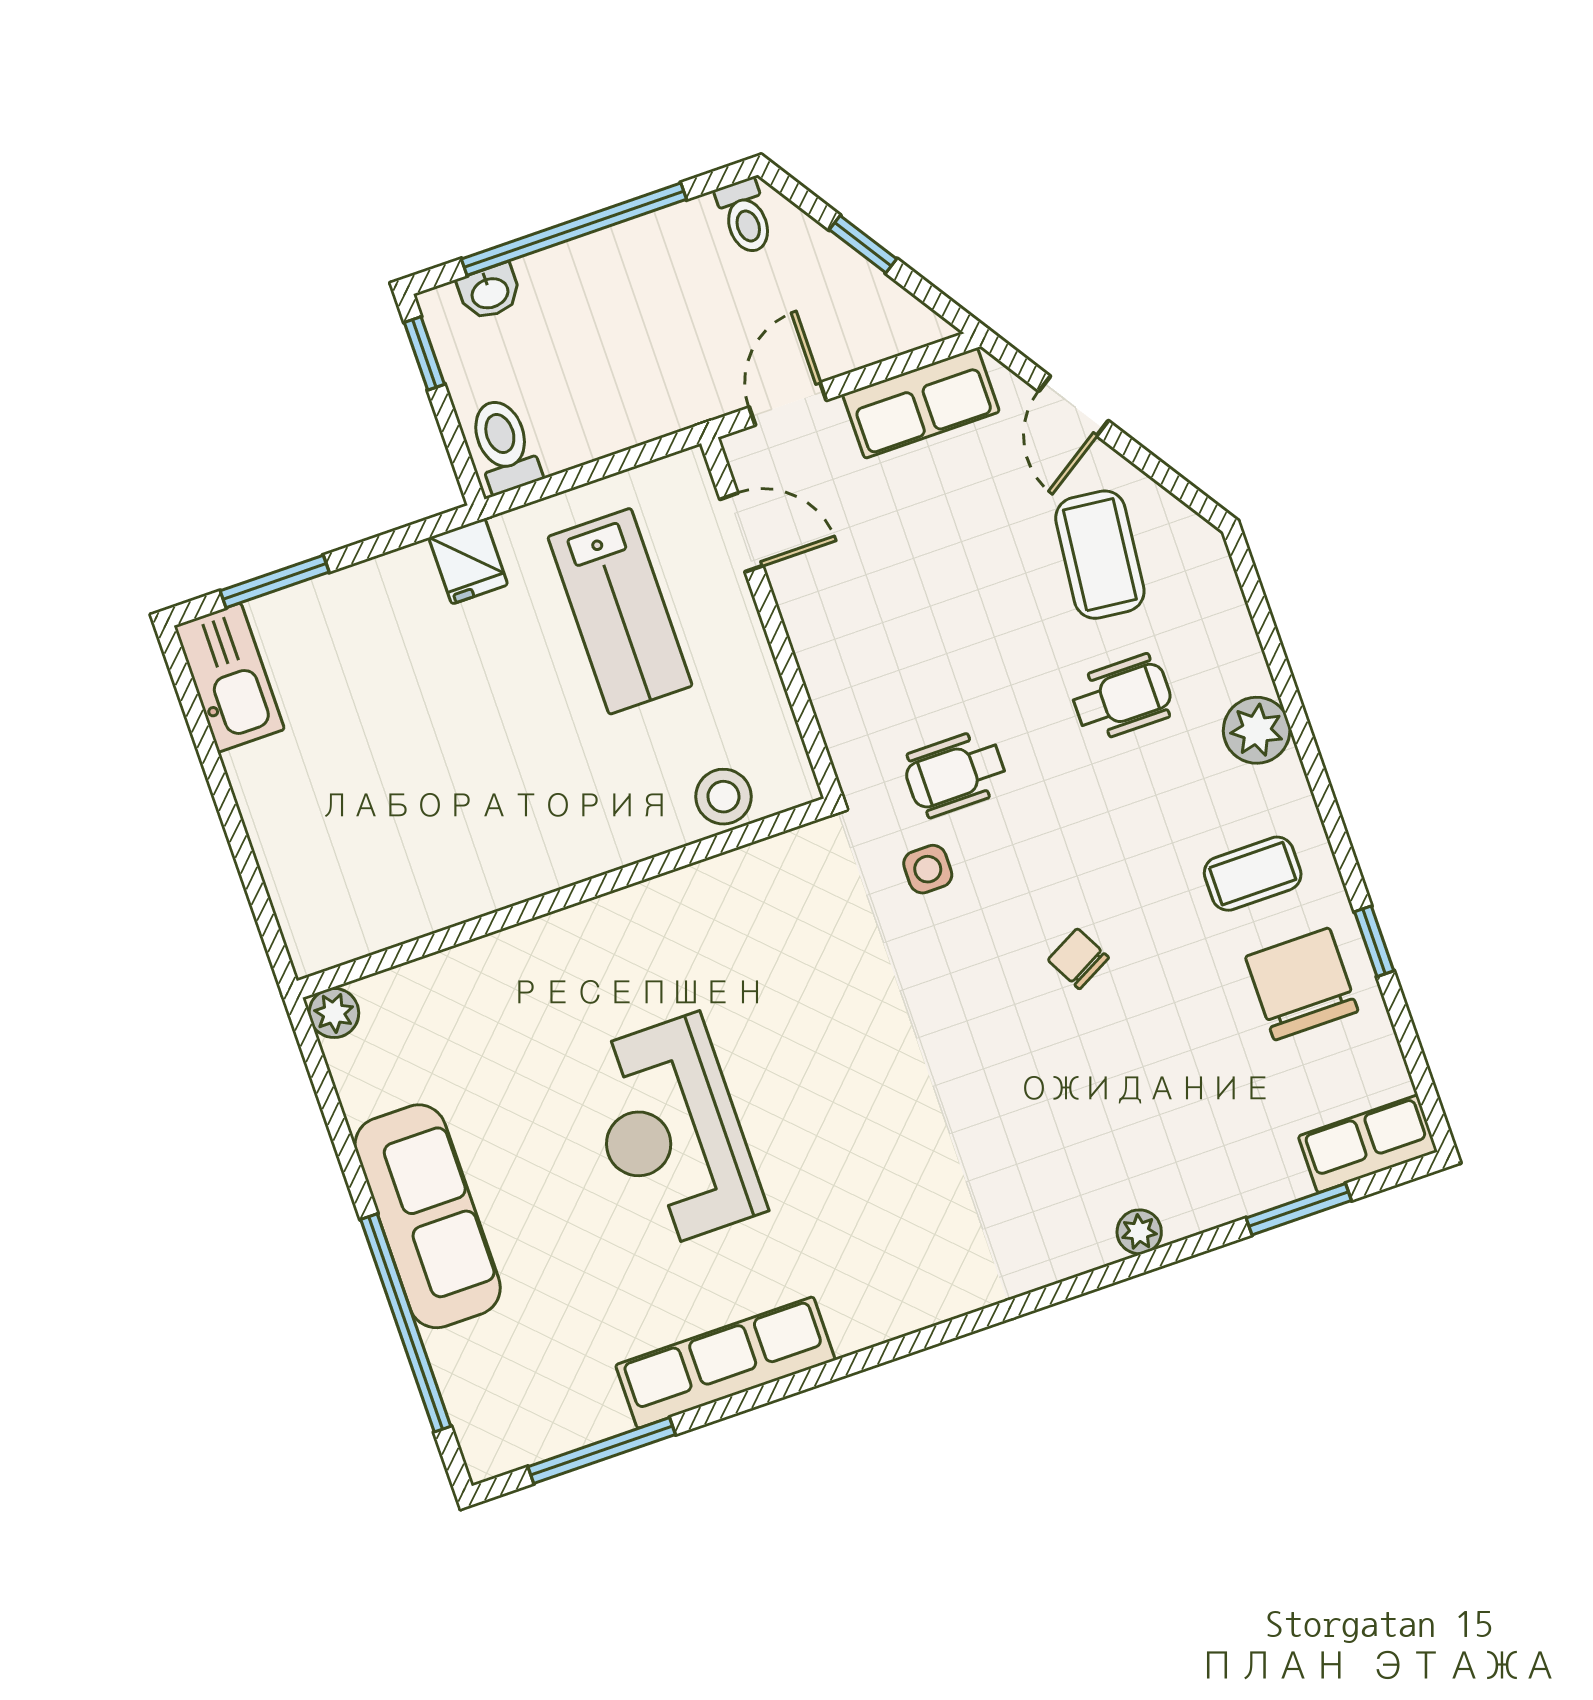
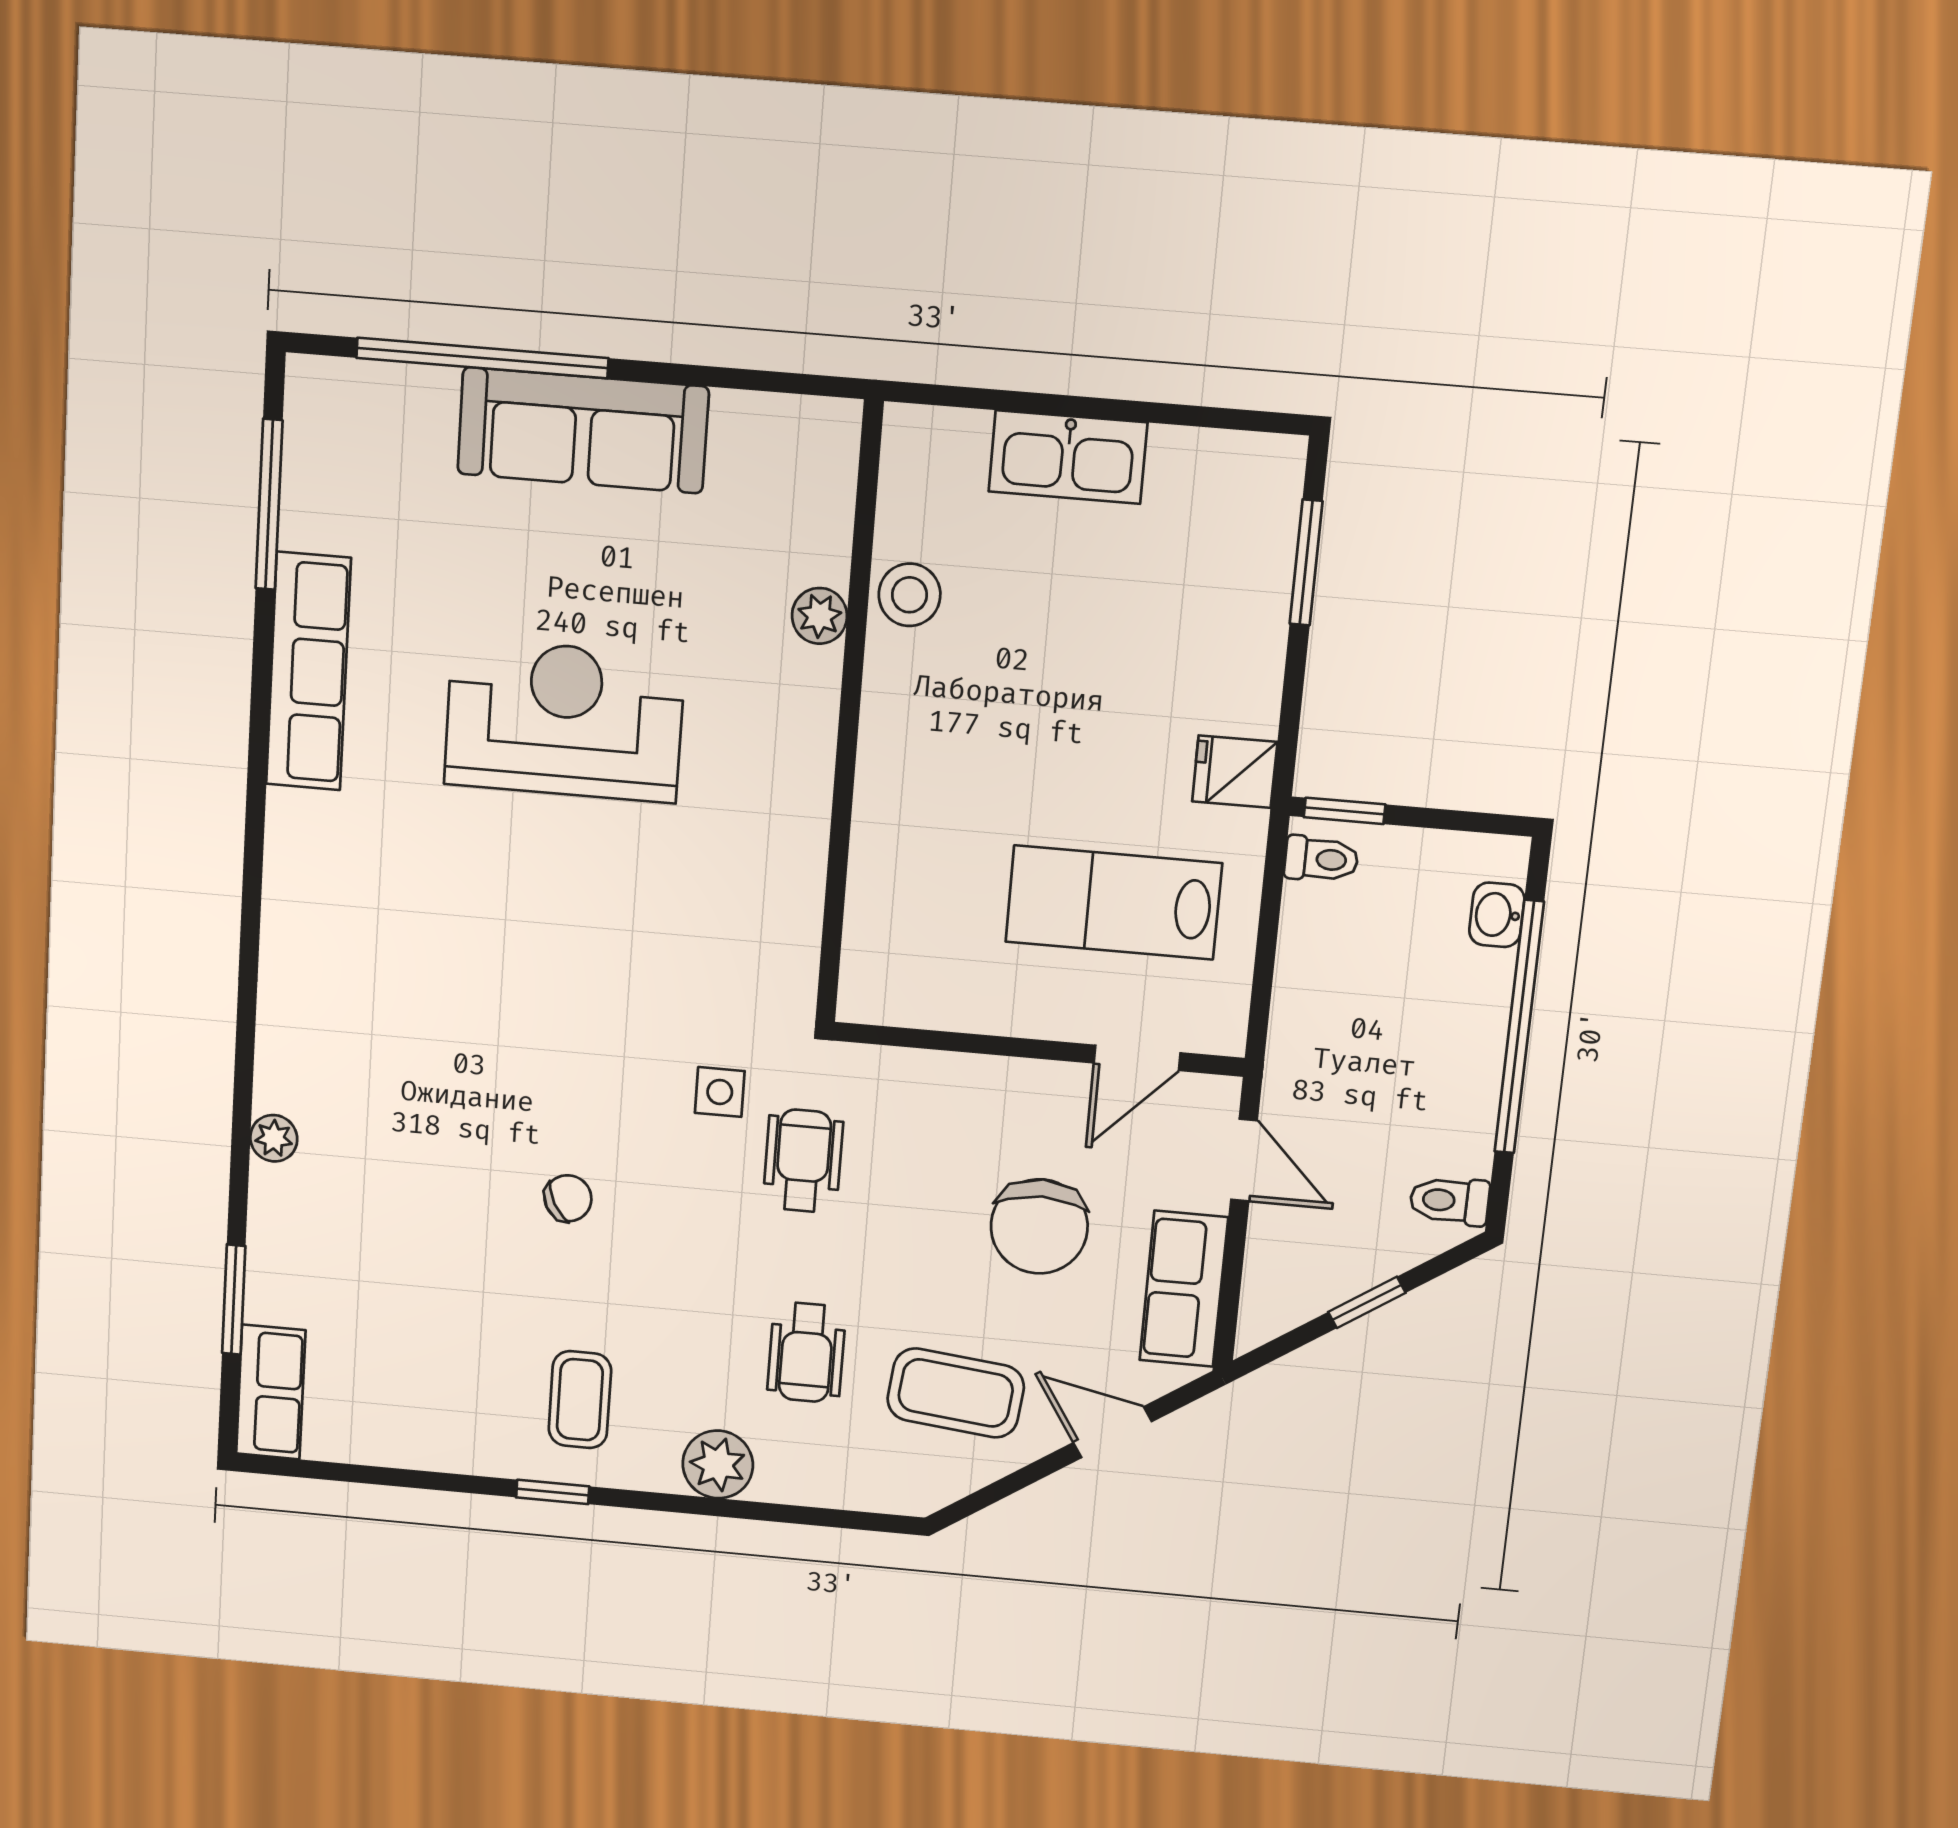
window: (424, 353) -> (1345, 811), moved
toilet: (504, 445) -> (1321, 859), width x0.73, depth x0.72
kitchen sink: (229, 678) -> (1068, 457), moved
stool: (723, 797) -> (910, 595), moved
window: (1374, 941) -> (553, 1492), moved
chair: (1302, 984) -> (1039, 1226), moved, turned 90
plant: (334, 1013) -> (820, 616), moved

